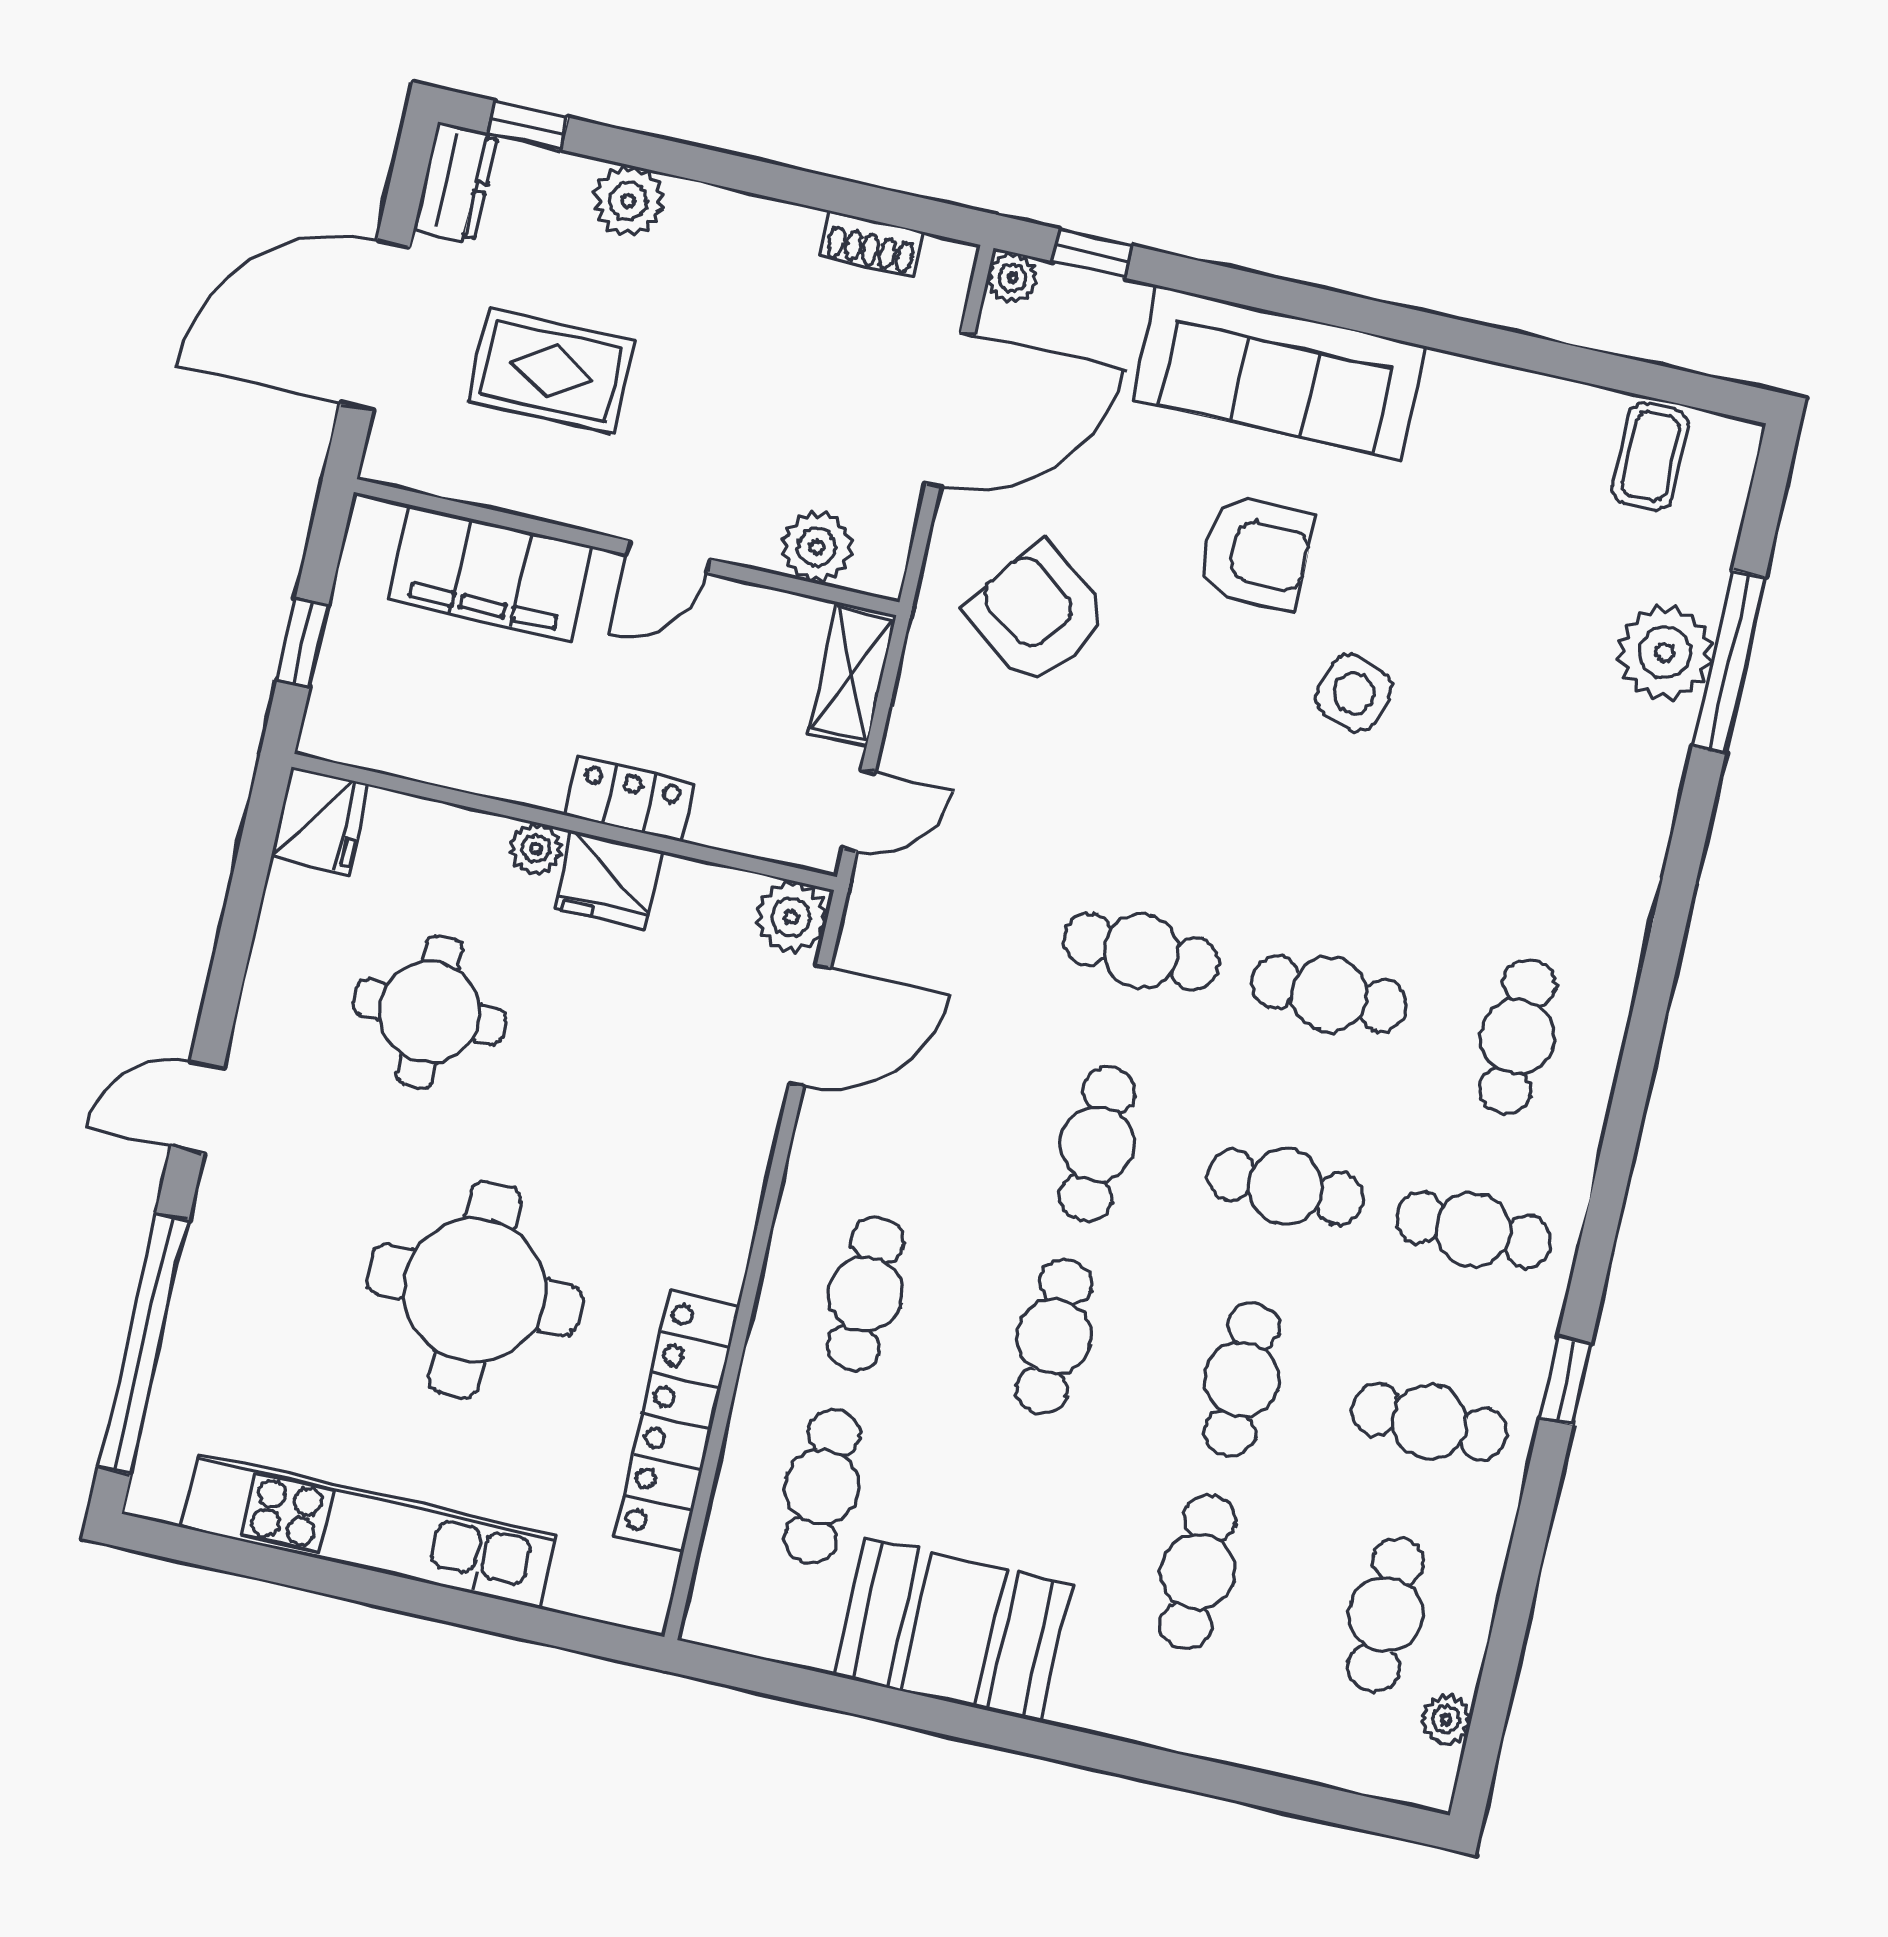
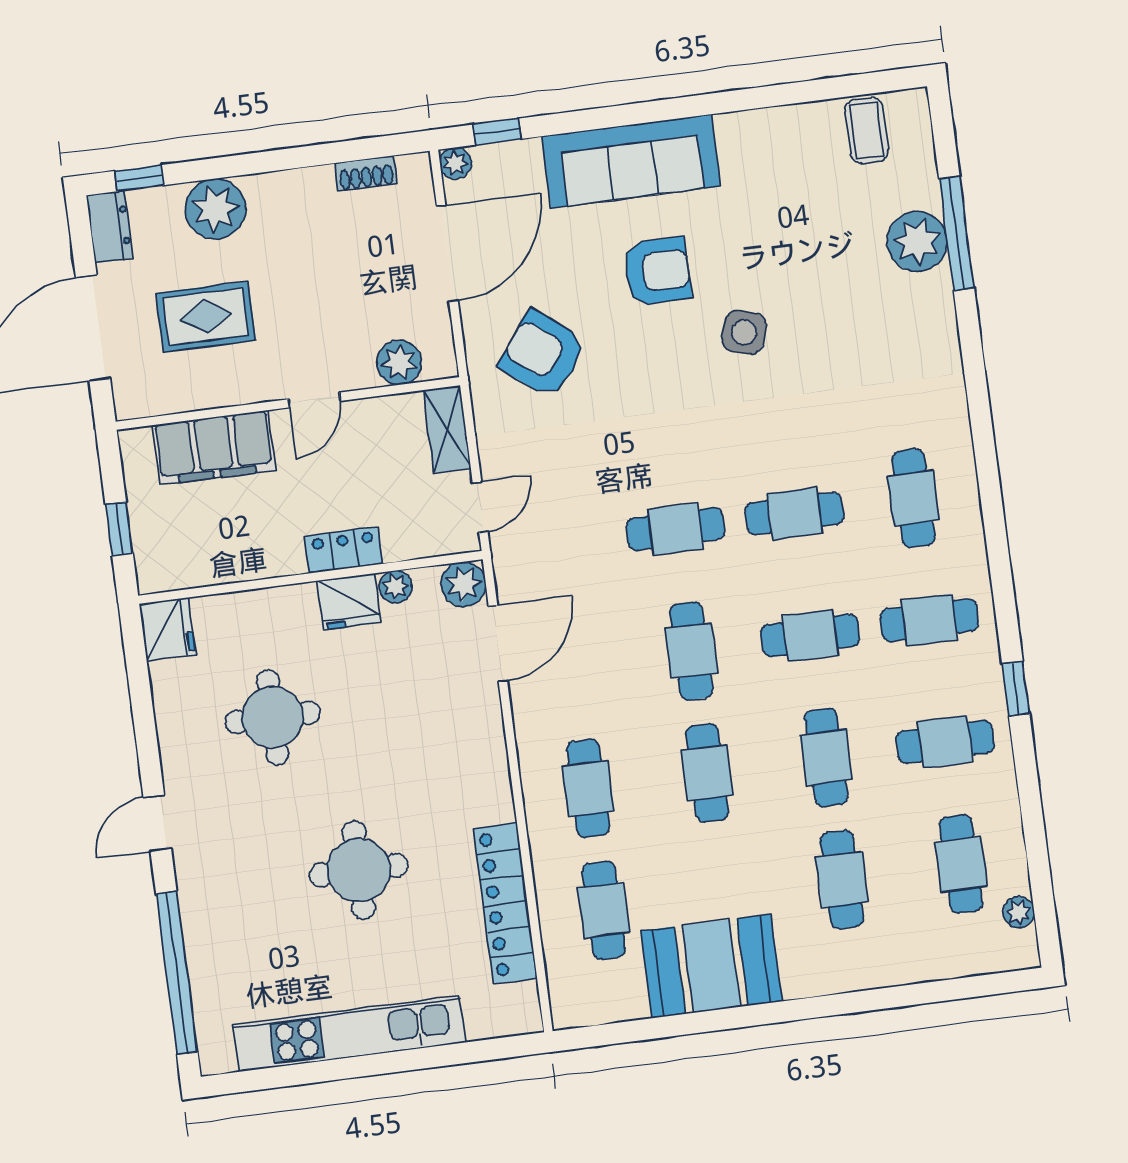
plant: (628, 201) -> (216, 209), width x1.36, depth x1.36
plant: (536, 849) -> (396, 587), moved
round table: (475, 1290) -> (359, 870), width x0.73, depth x0.73

